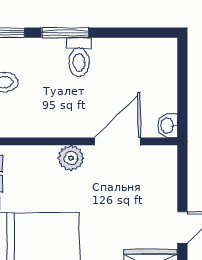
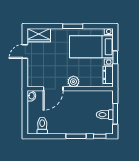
toilet: (79, 57) -> (42, 126), moved

